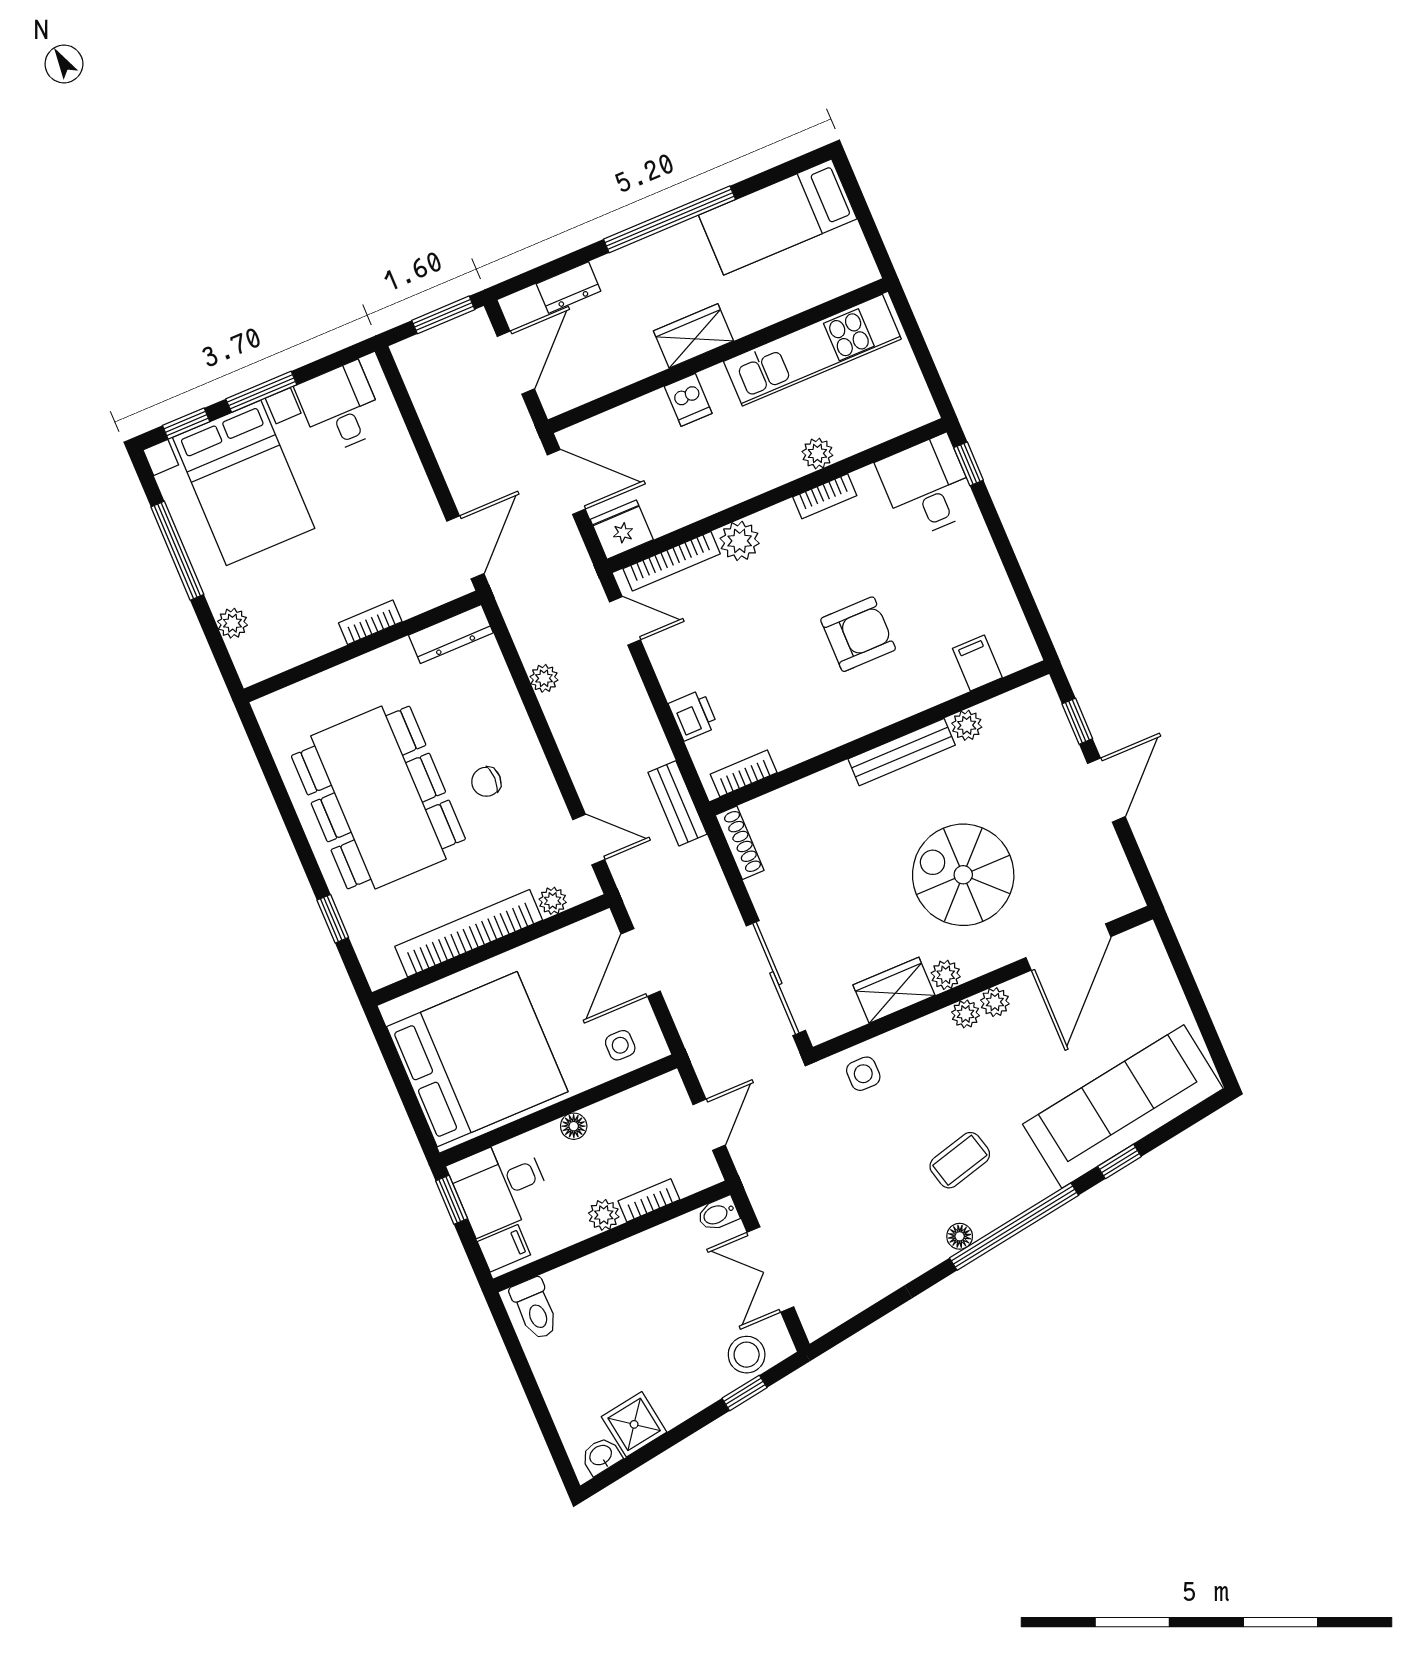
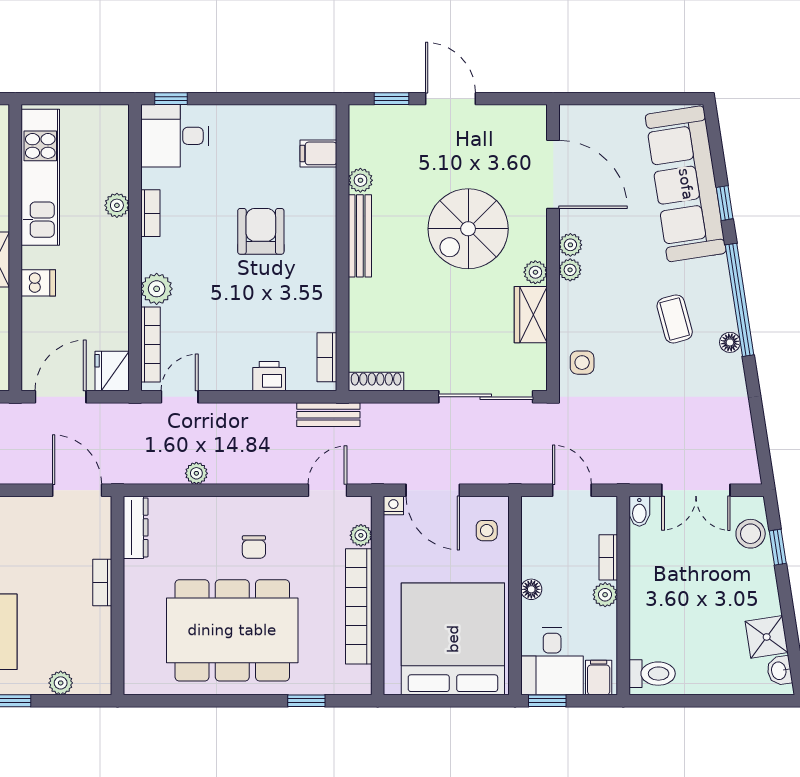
nightstand: (603, 924) -> (393, 506), added

